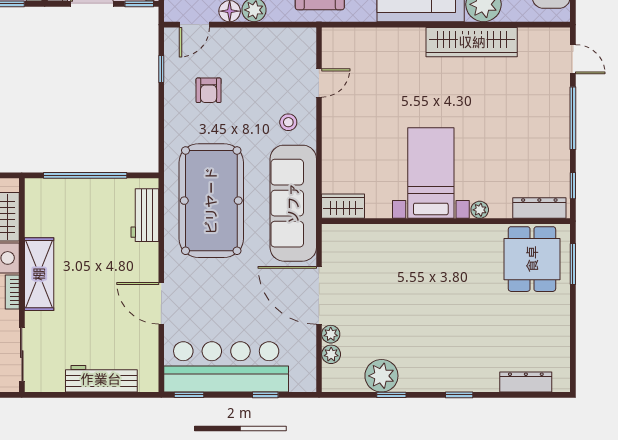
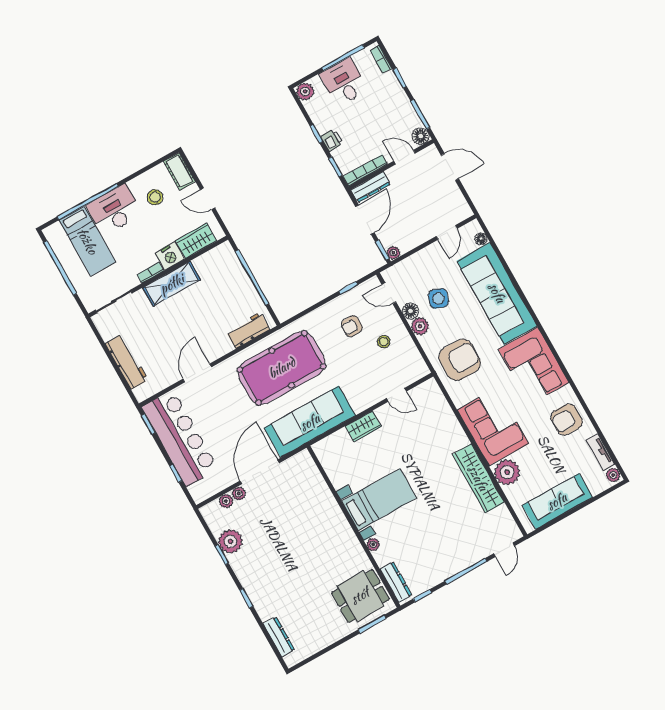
stool: (288, 122) -> (384, 342), moved
wardrobe: (343, 206) -> (363, 426), moved, turned 90

